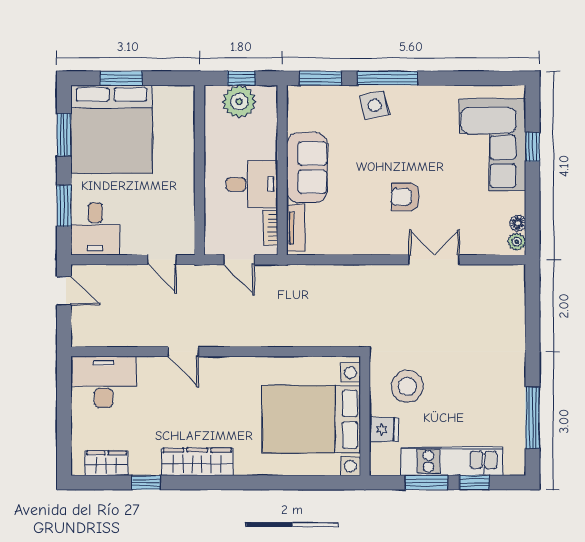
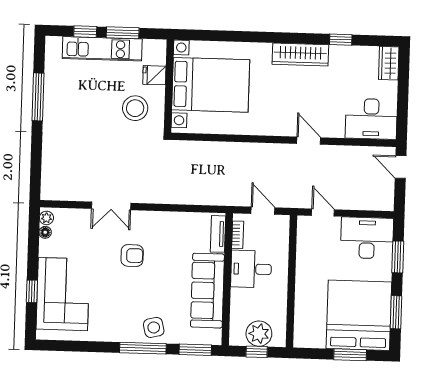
sofa: (307, 168) -> (207, 291), width x1.36
desk: (95, 229) -> (367, 238), width x1.37
door: (64, 291) -> (401, 167), moved
window: (533, 418) -> (38, 97), moved
wardrobe: (107, 463) -> (389, 63), moved, turned 90

